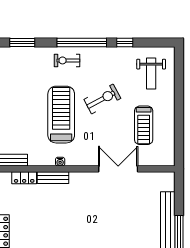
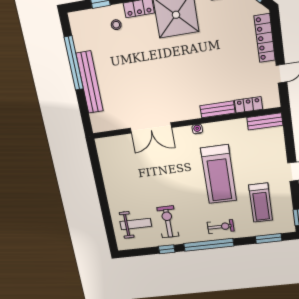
weight bench: (151, 74) -> (136, 224), turned 90
exercise bike: (102, 99) -> (168, 222), moved, turned 118
treadmill: (144, 125) -> (261, 203), moved, turned 180
water cooler: (60, 162) -> (197, 129), moved

